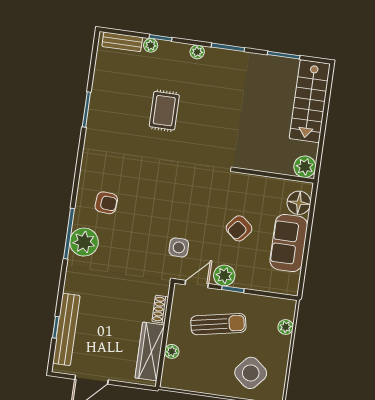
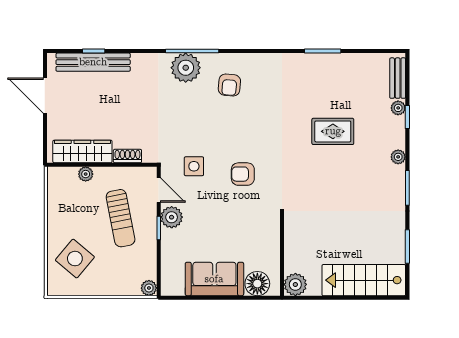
armchair: (239, 228) -> (243, 174), moved, turned -39
plant: (286, 327) -> (149, 288), moved

